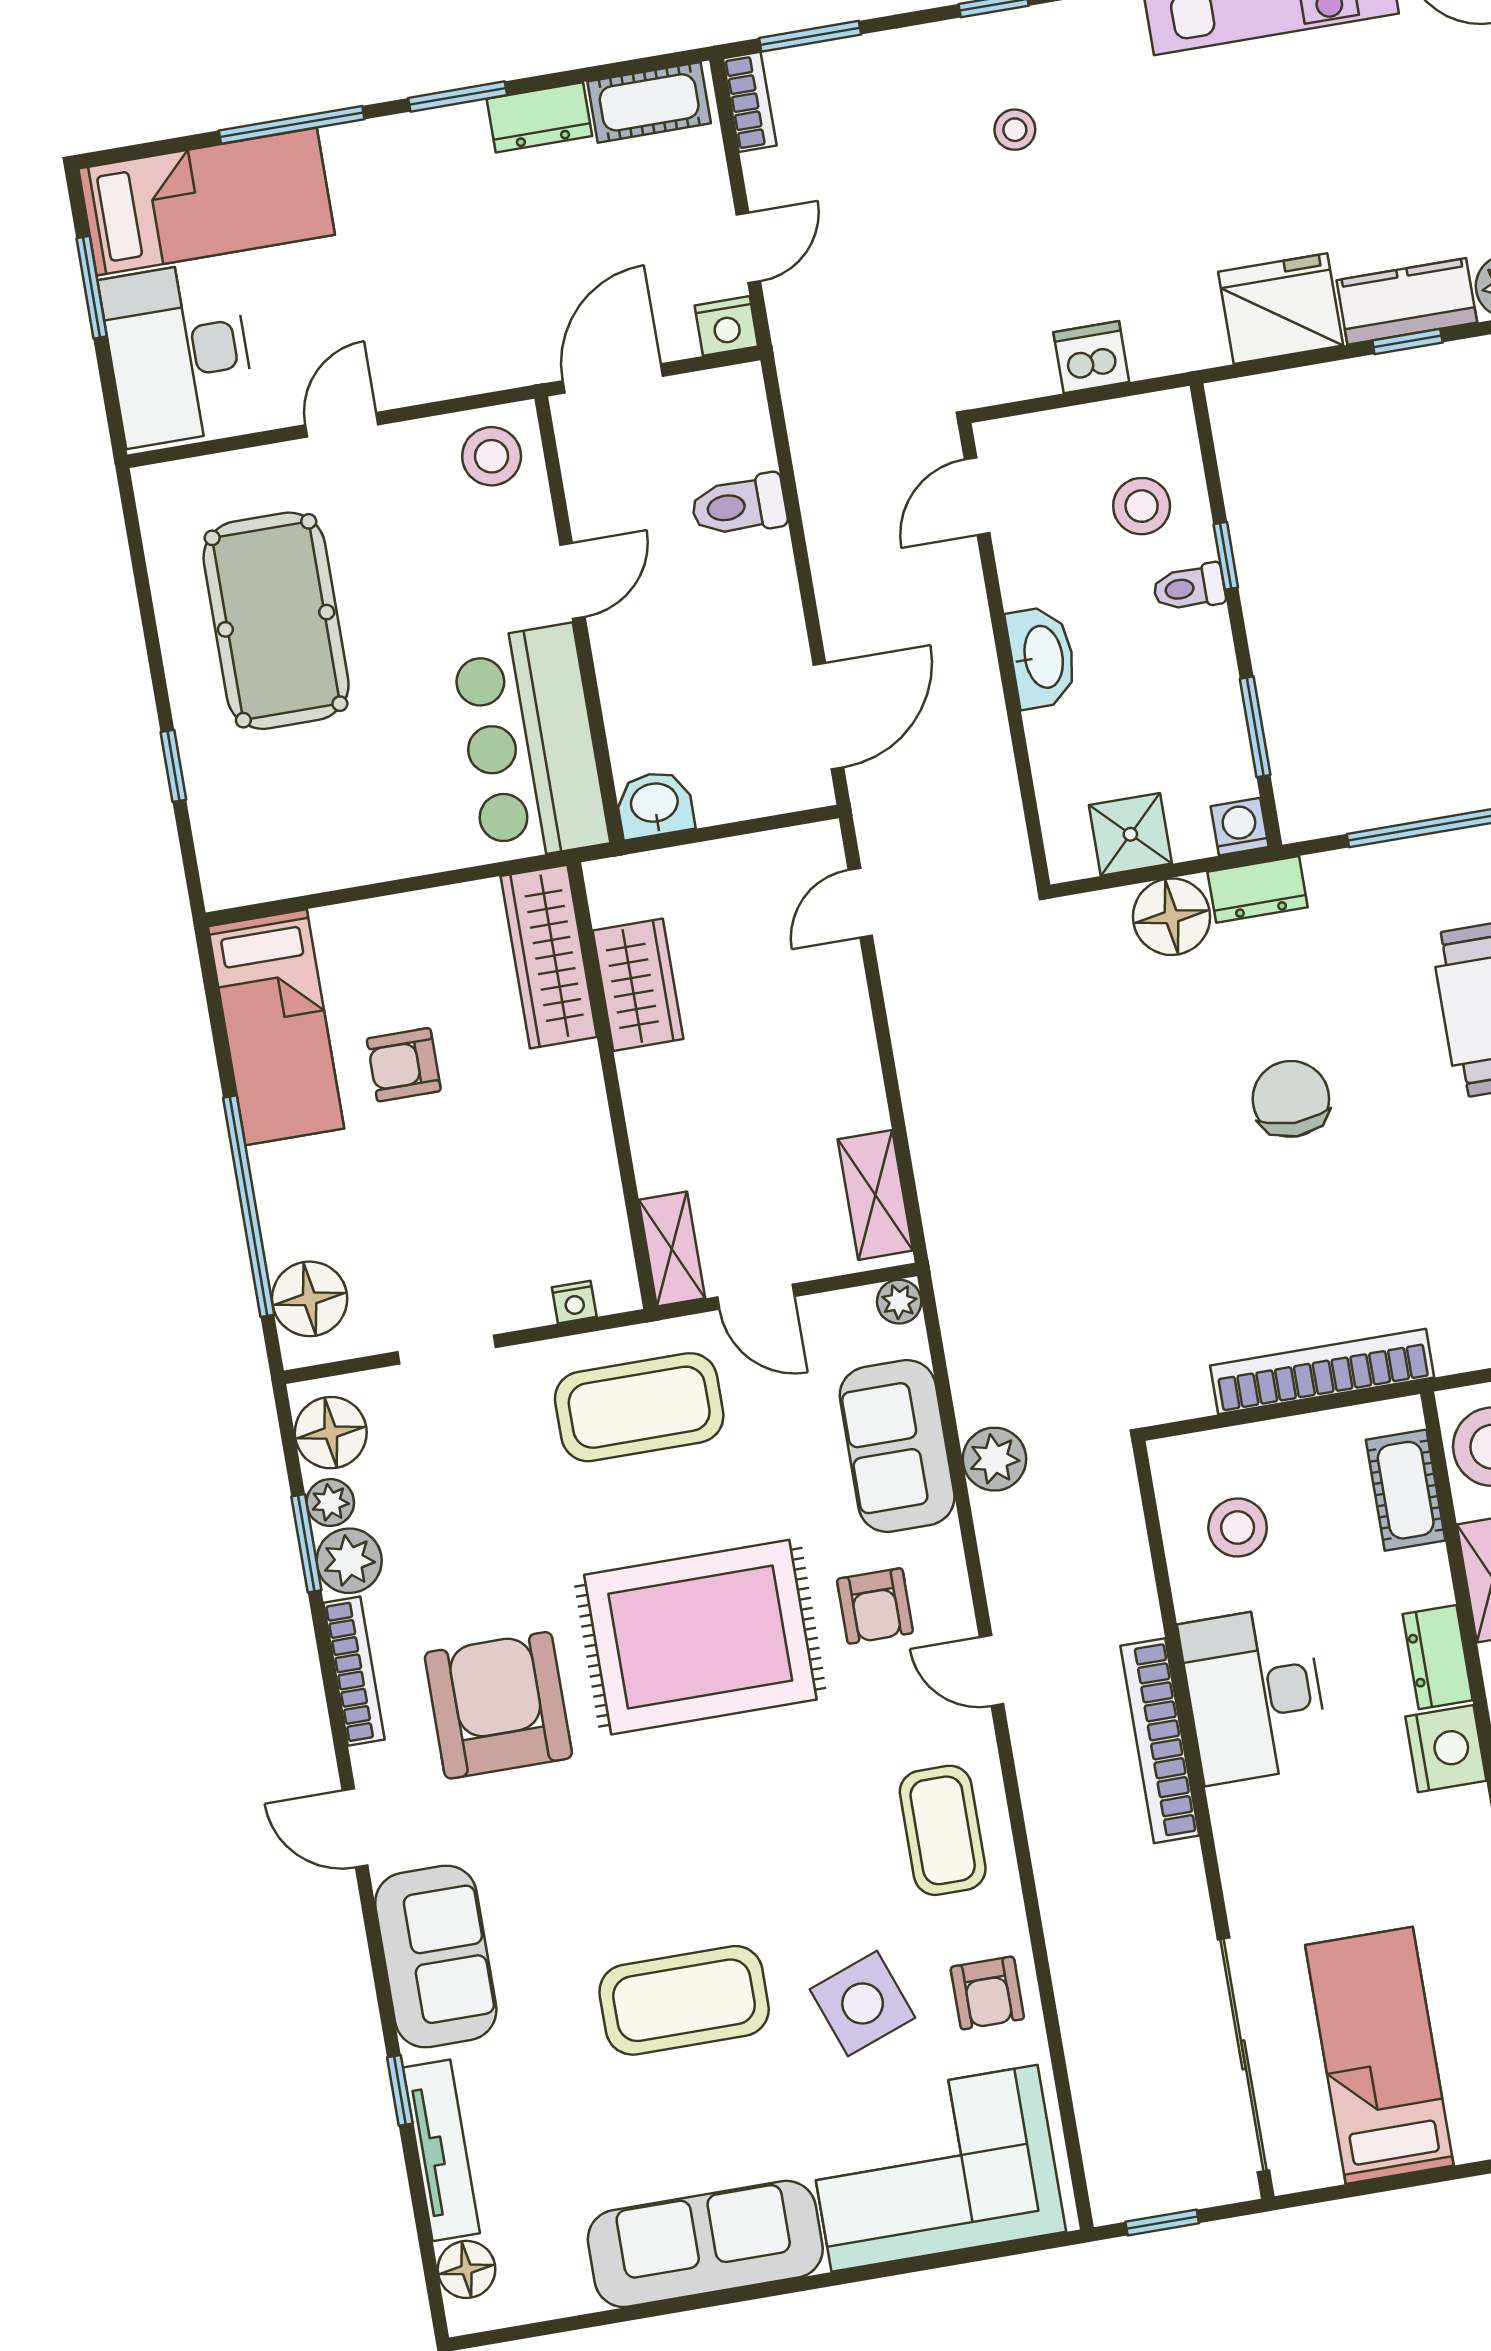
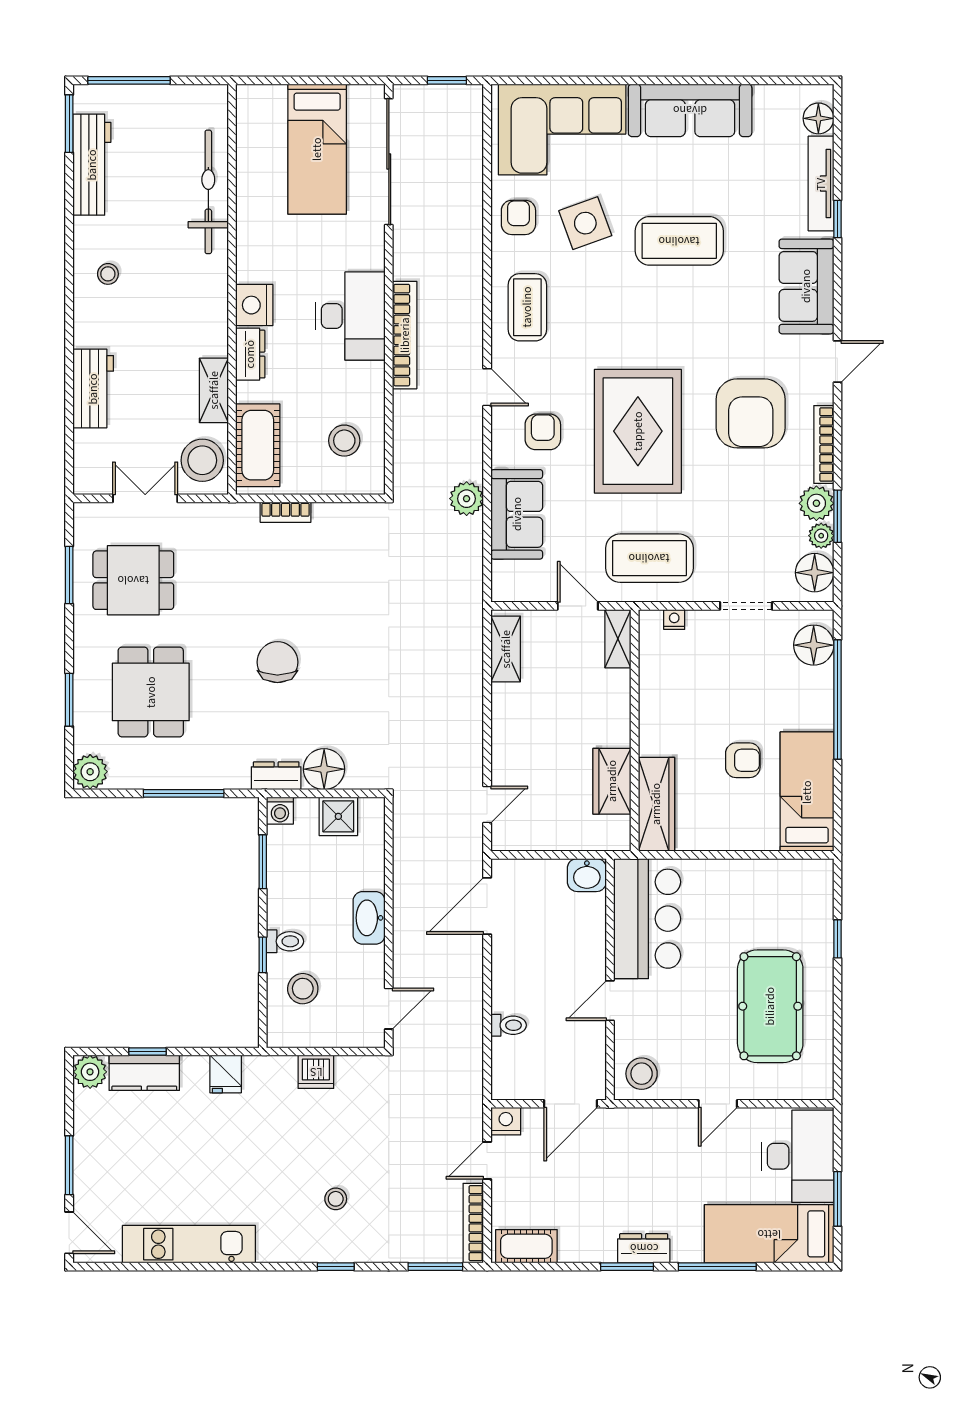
bookcase: (750, 102) -> (473, 1223), width x1.56
dresser: (539, 117) -> (644, 1248), moved
fridge: (1281, 309) -> (226, 1074), width x0.53, depth x0.75
toilet: (739, 506) -> (509, 1025), width x0.73, depth x0.72
chair: (1291, 1099) -> (277, 662), turned 180
plant: (899, 1302) -> (503, 590), removed
bookcase: (1322, 1371) -> (286, 512), width x0.43, depth x0.76
cot: (1406, 1490) -> (258, 445), width x1.37, depth x1.34
rug: (700, 1637) -> (638, 431), turned 90
desk: (1254, 1695) -> (350, 316), moved
door: (355, 1828) -> (837, 362), hinge flipped

